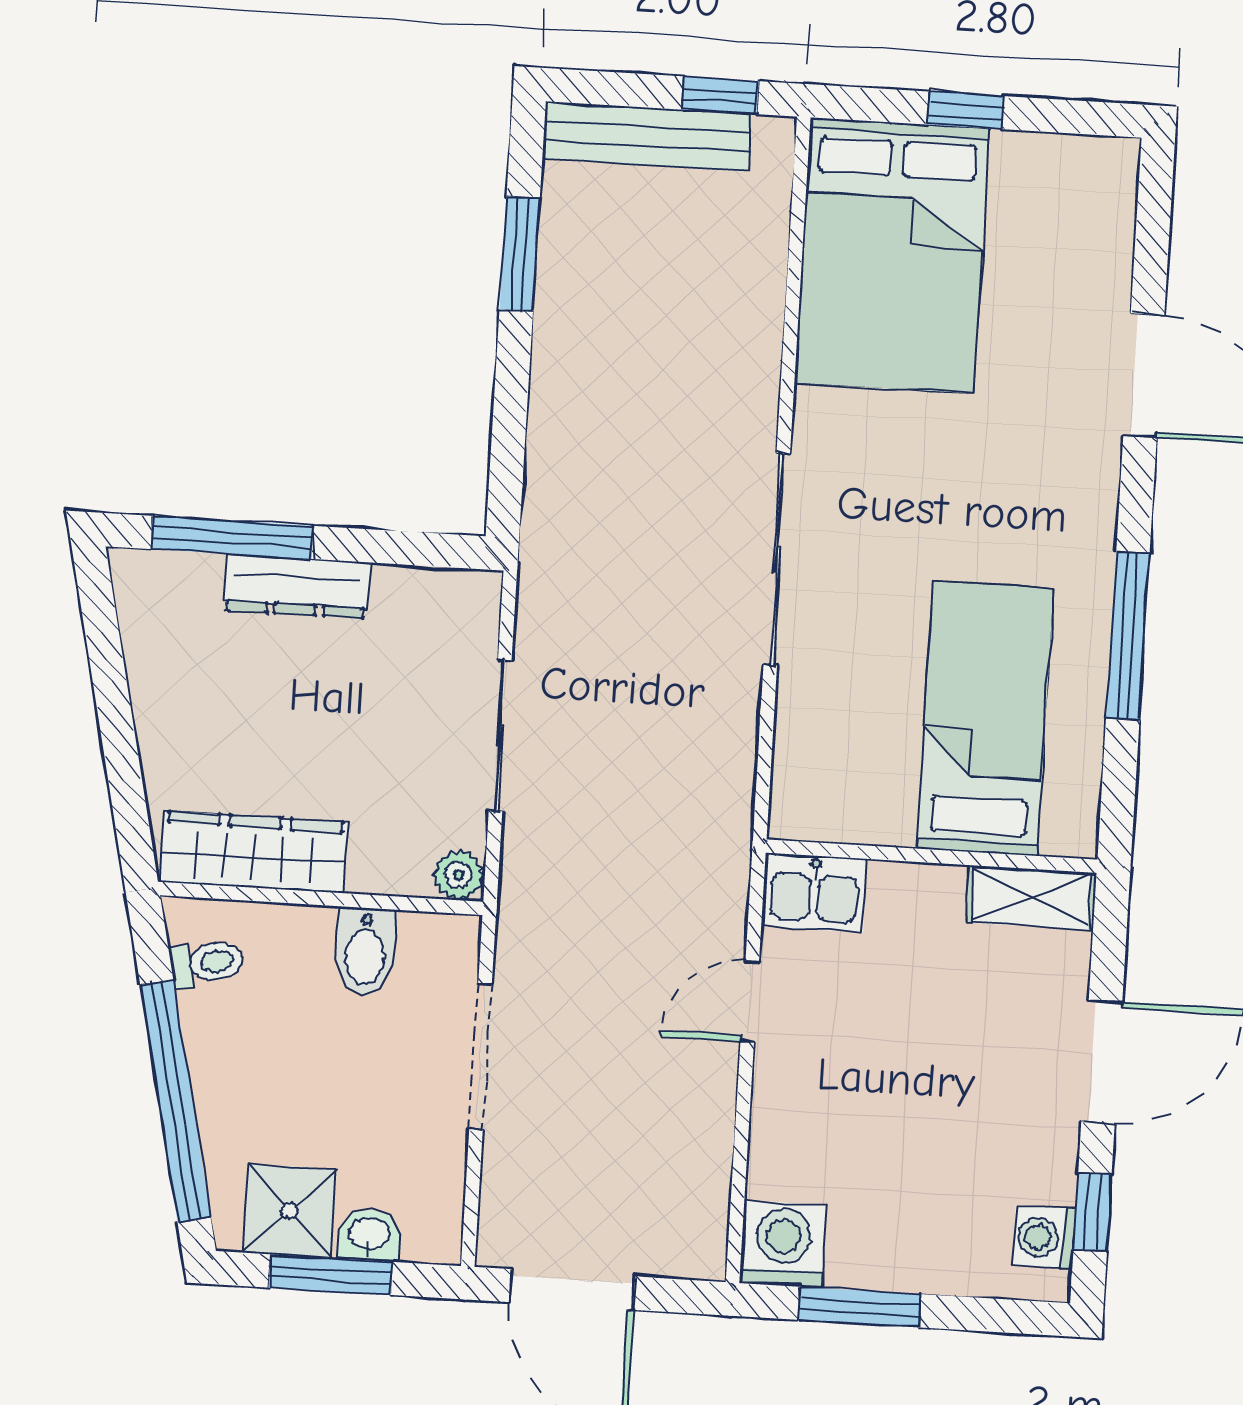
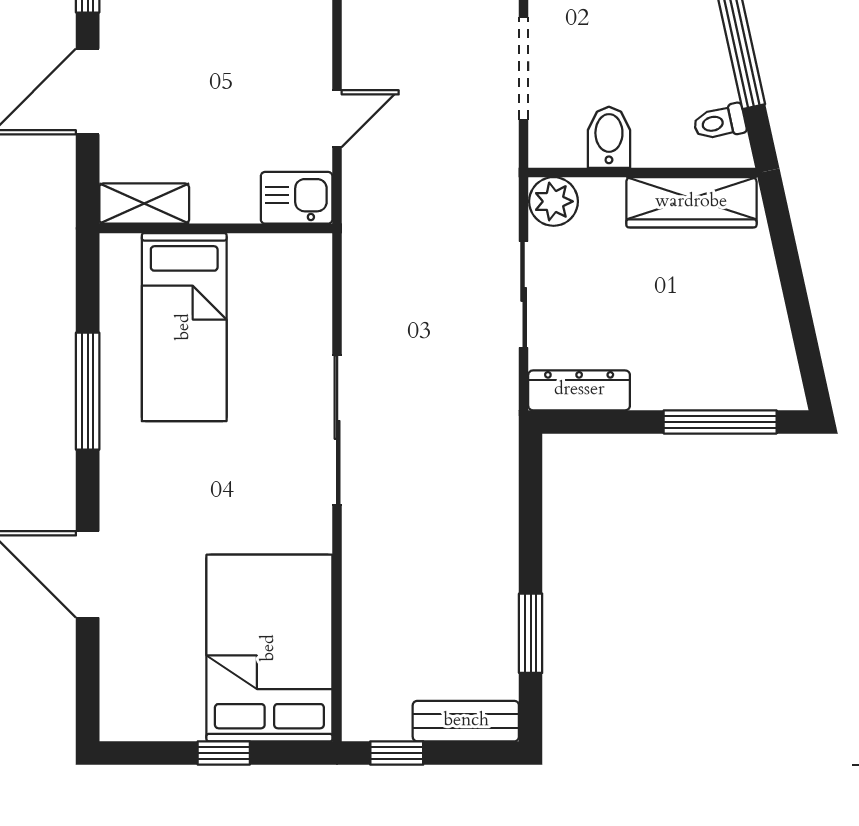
bench: (647, 136) -> (466, 721), width x0.73
dresser: (297, 586) -> (579, 390), moved
plant: (458, 875) -> (554, 201), width x1.38, depth x1.38

